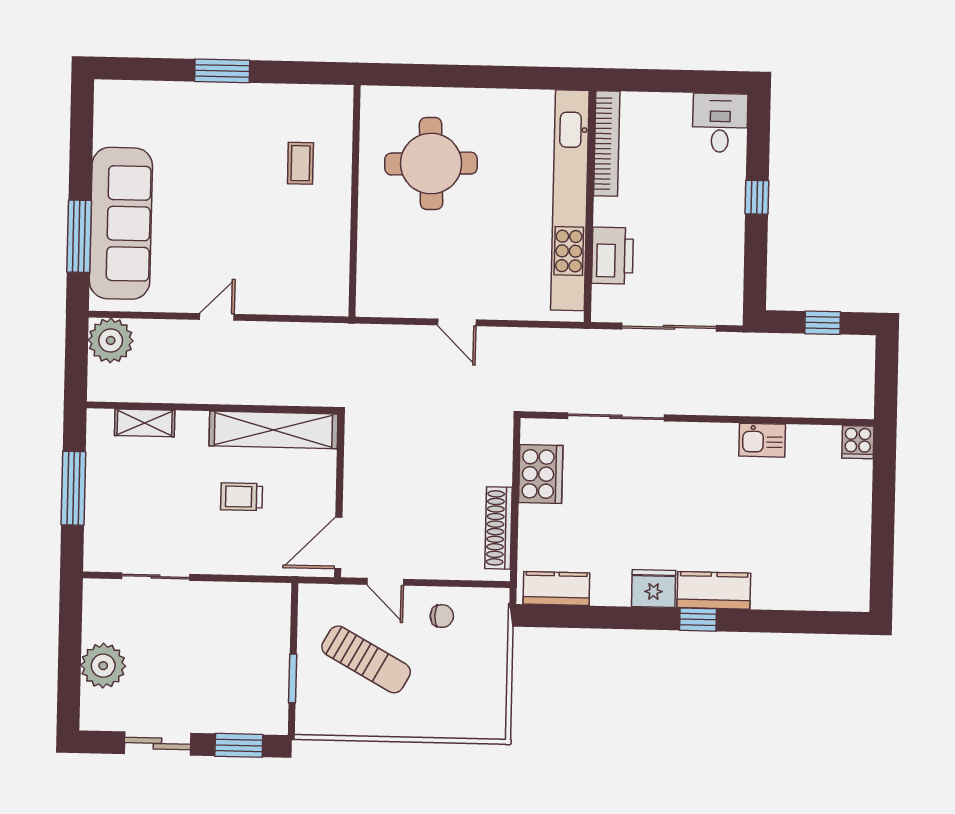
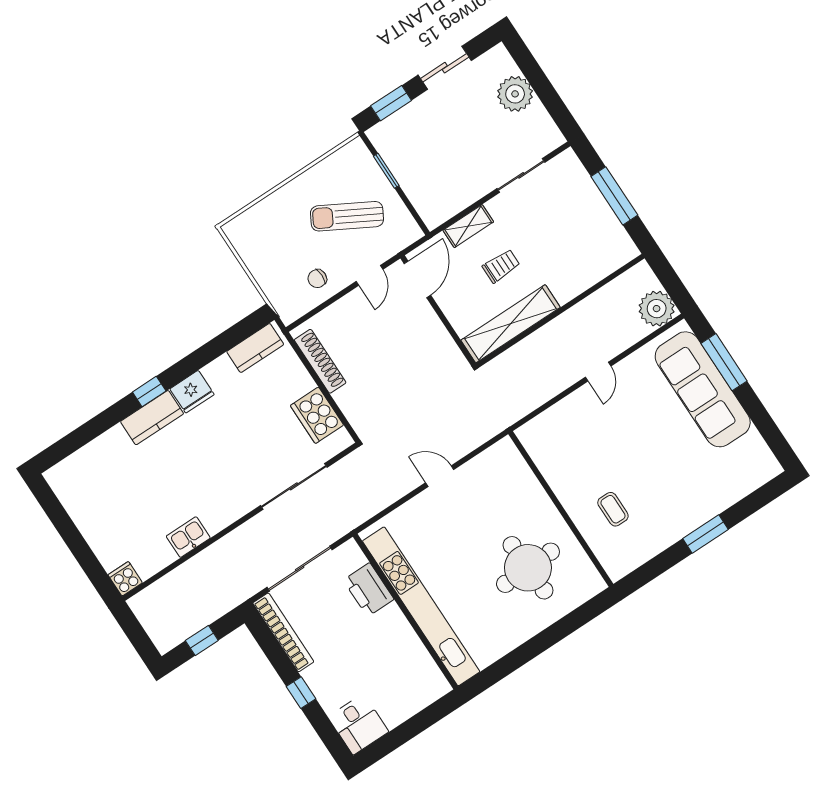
bookcase: (607, 144) -> (283, 632), moved, turned 180
shelving: (145, 423) -> (468, 226), moved
door: (385, 582) -> (369, 275), swing flipped

